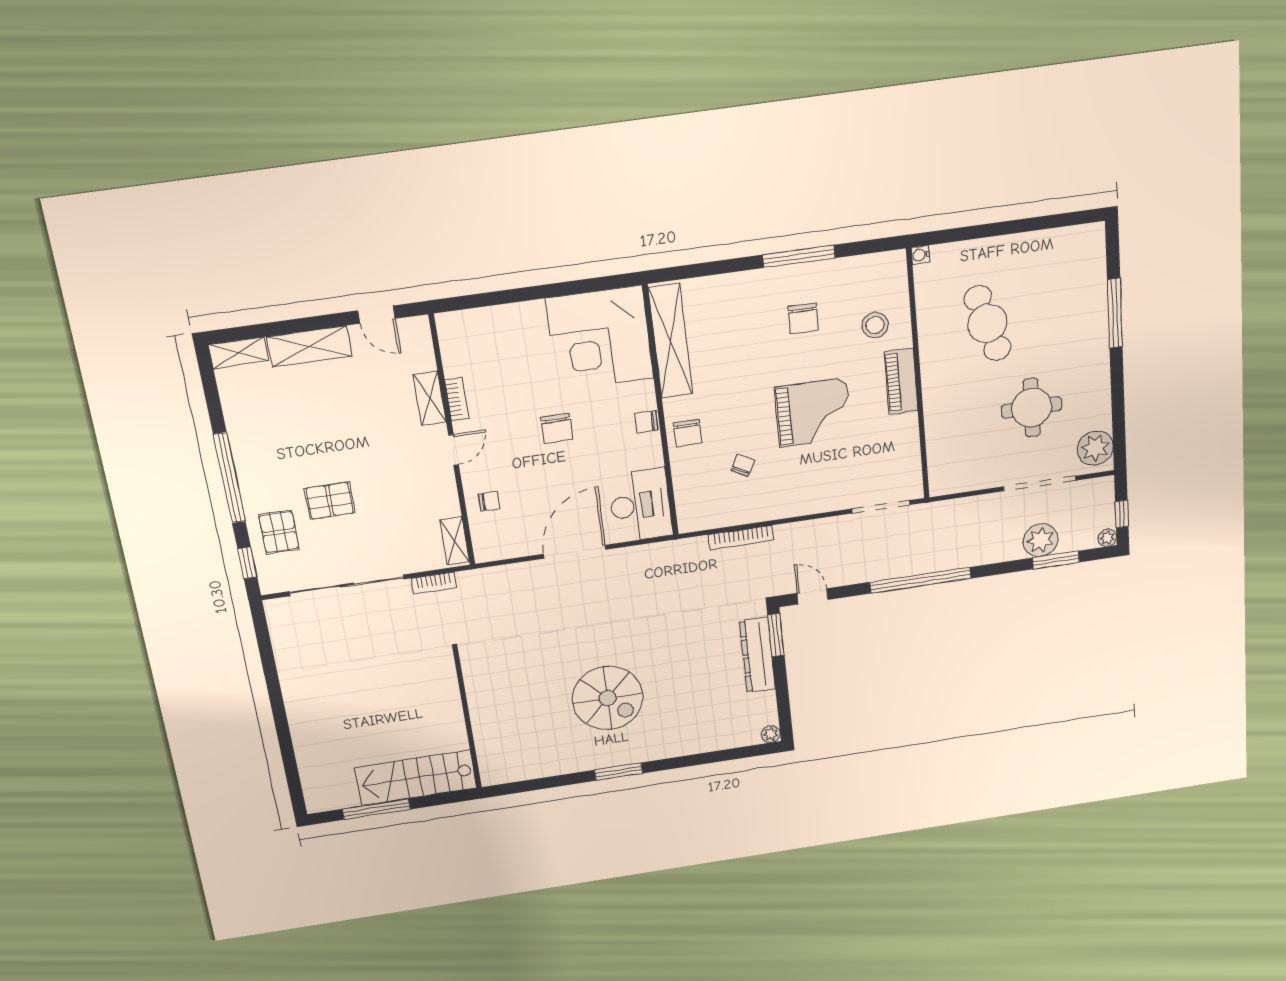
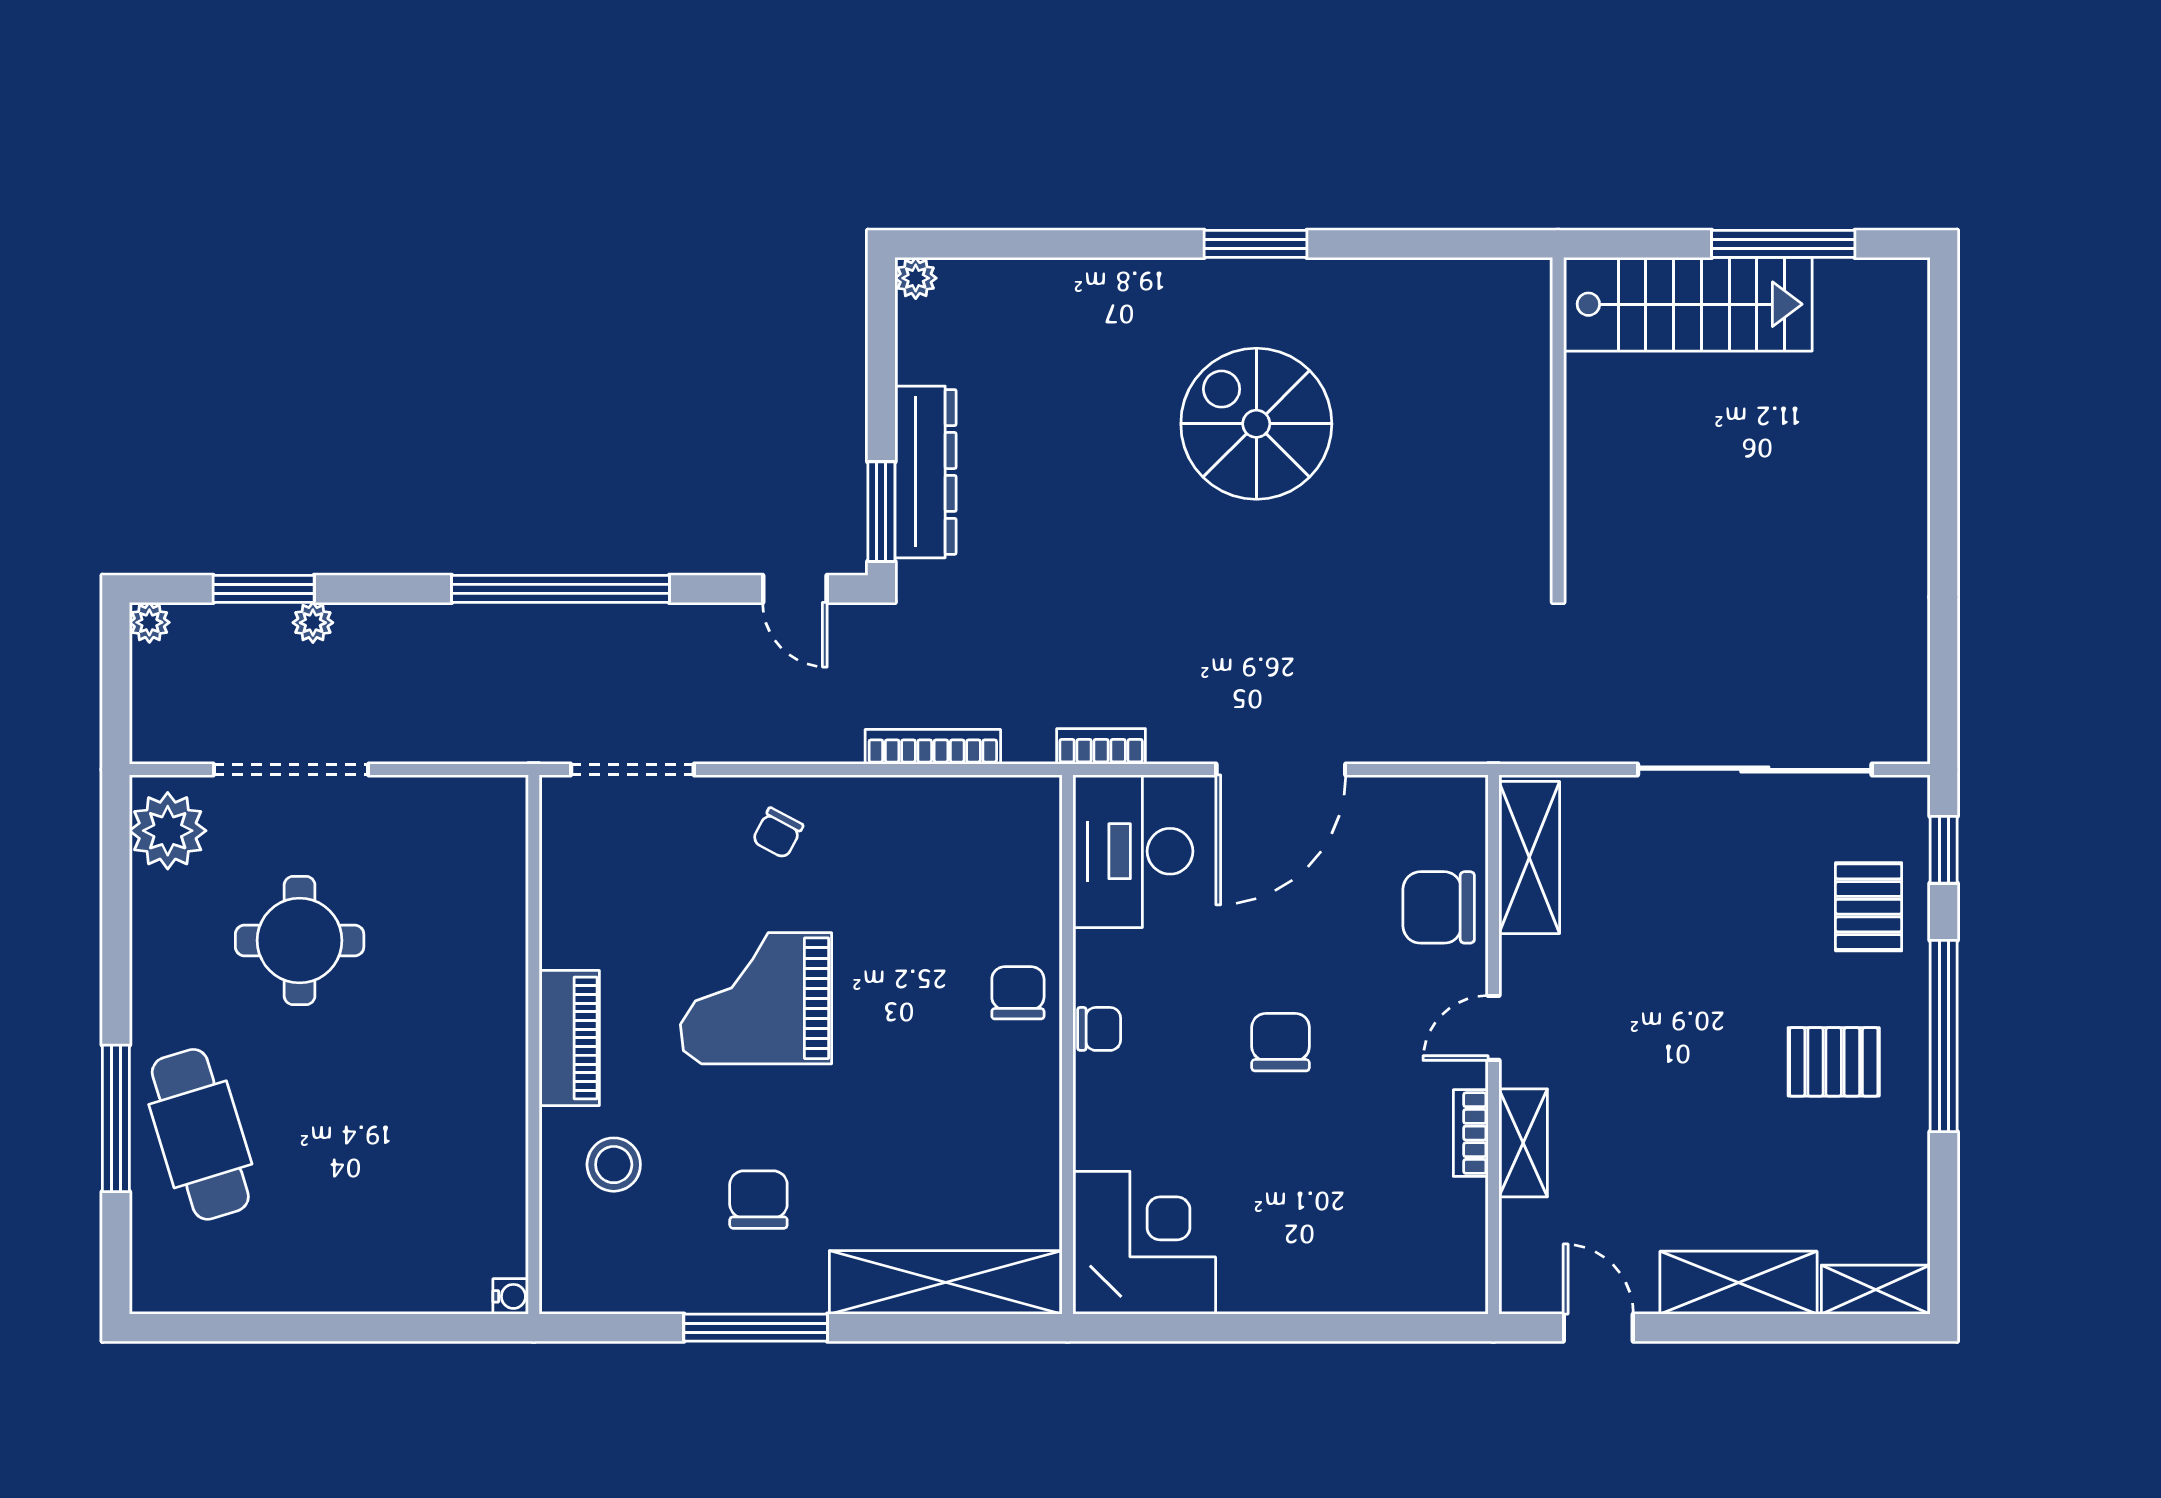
cafe table: (987, 323) -> (200, 1134), moved
corner desk: (600, 338) -> (1144, 1243), width x0.74, depth x0.74
shelving: (670, 341) -> (946, 1282), moved, turned 90
chair: (743, 465) -> (778, 833), moved
pallet: (330, 501) -> (1834, 1062), moved
chair: (489, 501) -> (1439, 907), width x1.87, depth x1.87
window: (1122, 514) -> (116, 673), removed
plant: (1040, 540) -> (313, 623), width x0.53, depth x0.53
shelving: (455, 541) -> (1529, 857), width x1.50, depth x1.33
bookcase: (434, 583) -> (1101, 746), moved

